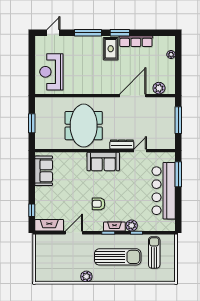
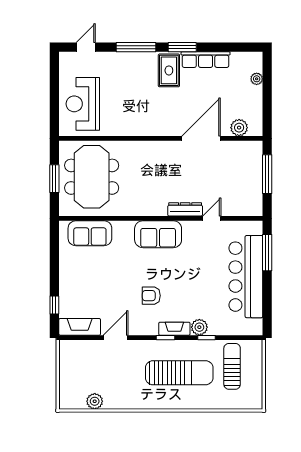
meeting table: (84, 126) -> (92, 177), moved
sofa: (44, 171) -> (90, 233), moved, turned 90
plant: (86, 277) -> (95, 401), moved

